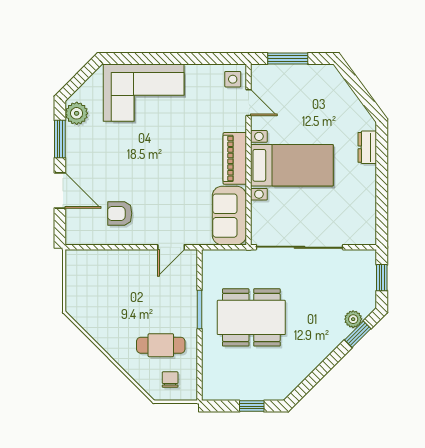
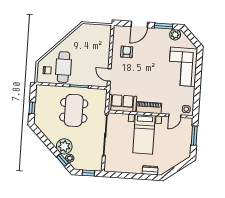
plant: (329, 333) -> (64, 146), added
cafe table: (161, 345) -> (64, 67), width x1.37, depth x1.35

